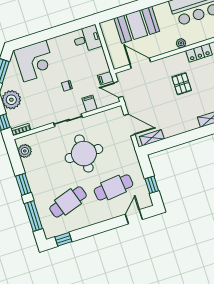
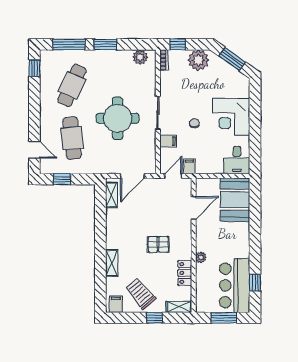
booth: (137, 25) -> (235, 200), moved
corner desk: (35, 61) -> (231, 117), moved
cafe table: (68, 202) -> (72, 85), turned 42

